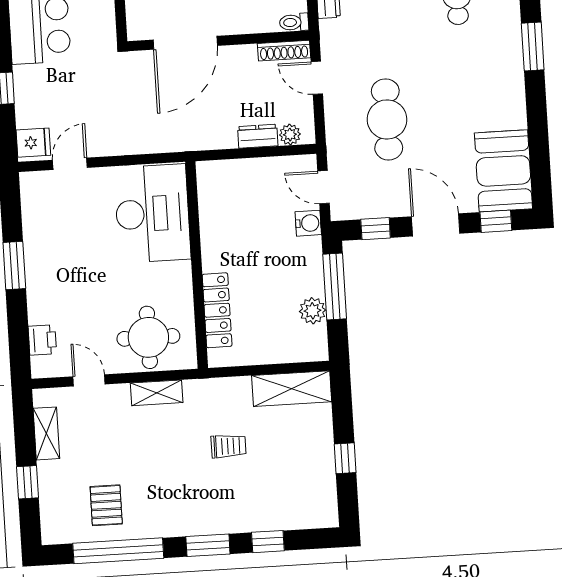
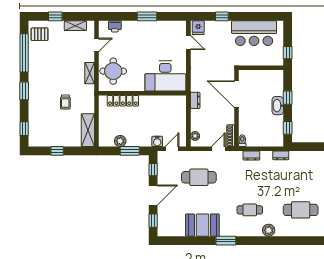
dresser: (258, 136) -> (195, 100), moved
booth: (503, 171) -> (202, 225), moved
window: (335, 286) -> (130, 151), width x0.69
pallet: (106, 505) -> (40, 34), moved
window: (268, 542) -> (24, 129), moved

